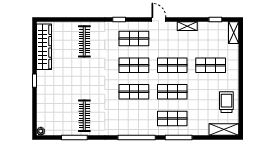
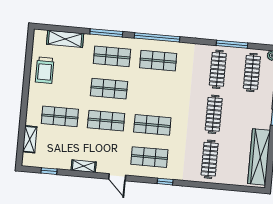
shelving: (234, 33) -> (30, 139), moved
clothes rail: (84, 79) -> (214, 114), added
shop shelf: (134, 92) -> (158, 61), moved
clothes rail: (56, 116) -> (252, 72), added
shelving: (224, 129) -> (65, 39), moved

